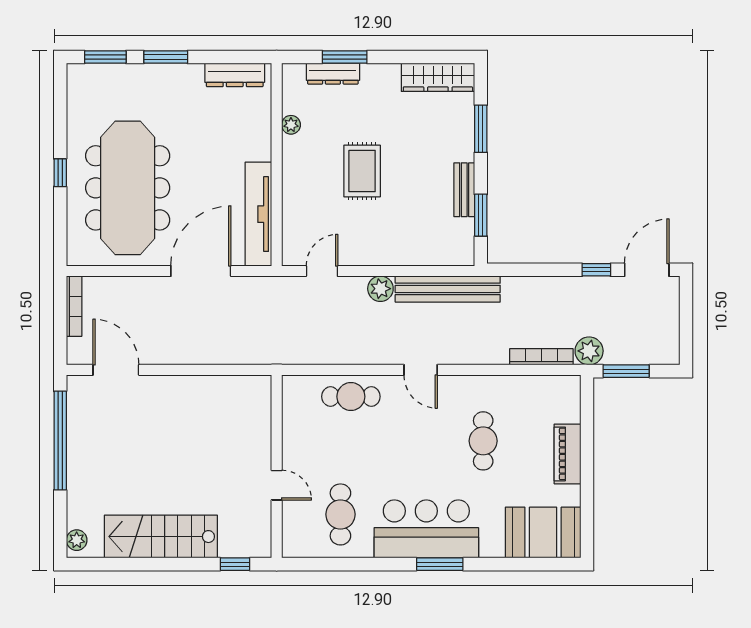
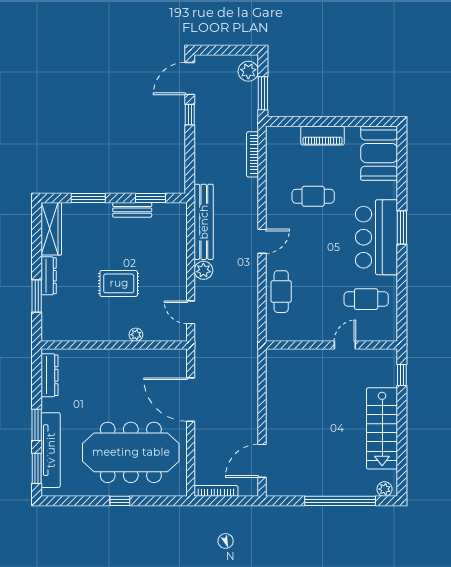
dresser: (333, 74) -> (49, 276), moved
plant: (291, 125) -> (136, 335), moved
tv unit: (258, 214) -> (51, 450), moved, turned -90
door: (647, 270) -> (190, 78), hinge flipped
plant: (589, 351) -> (248, 71), moved
window: (60, 441) -> (340, 501), moved

